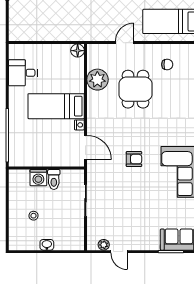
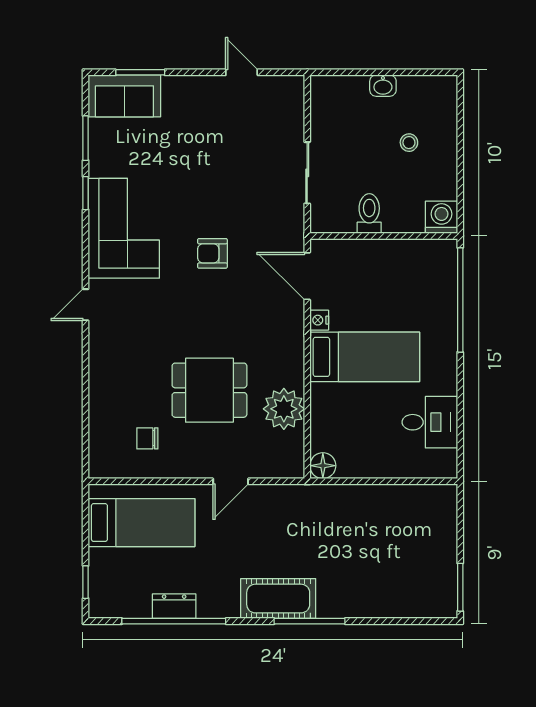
dining table: (136, 89) -> (209, 390), turned 90
washing machine: (38, 178) -> (441, 217), moved
plant: (104, 245) -> (272, 86), removed

